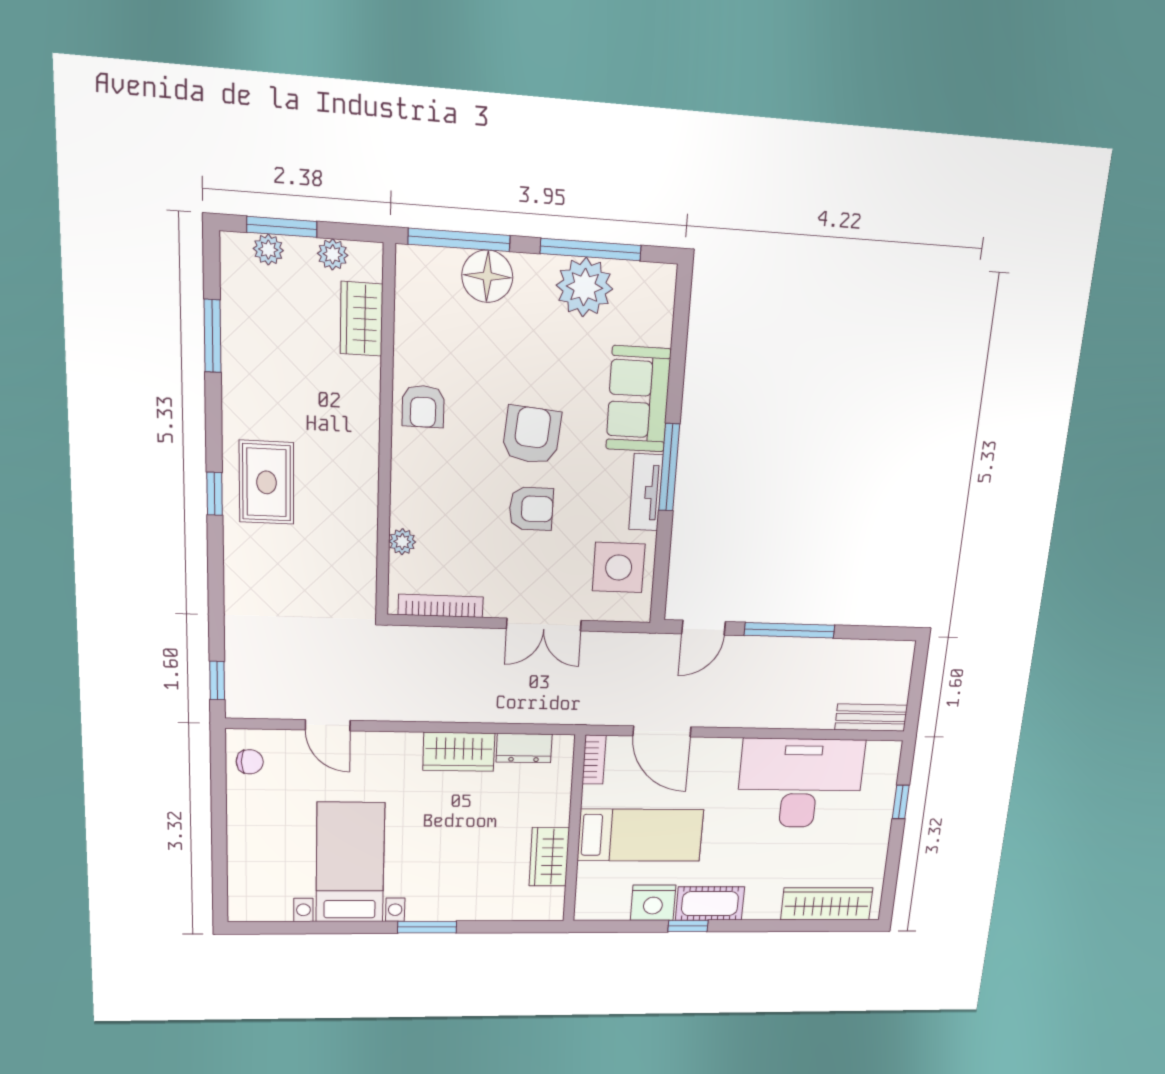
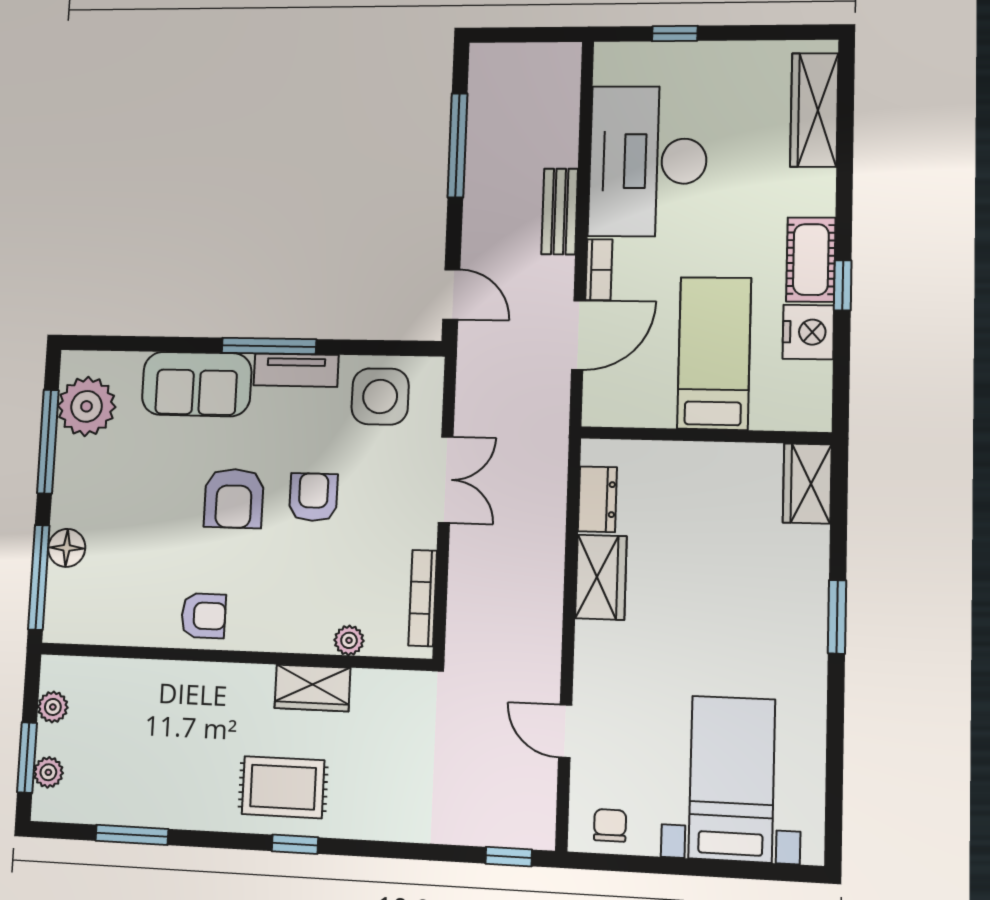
floor lamp: (487, 276) -> (67, 548), width x0.73, depth x0.73
plant: (584, 287) -> (87, 406), moved
wardrobe: (362, 319) -> (312, 688), moved
armchair: (532, 435) -> (234, 498), turned -95
window: (790, 630) -> (457, 145), moved
bench: (871, 718) -> (560, 211), moved
door: (328, 725) -> (565, 731), swing flipped
bookcase: (594, 760) -> (599, 270), moved, turned 90
wardrobe: (549, 857) -> (807, 483), moved, turned 90
bed with nightstands: (350, 862) -> (732, 779), moved, turned 90

